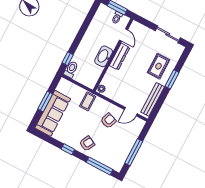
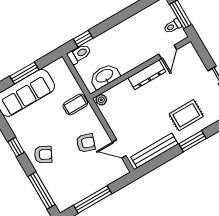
washbasin: (104, 56) -> (105, 76), moved

